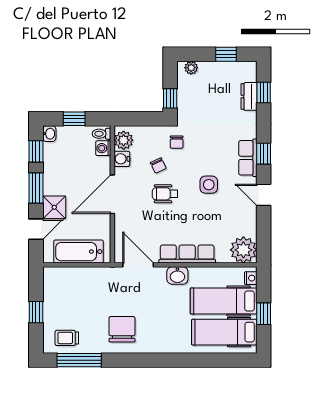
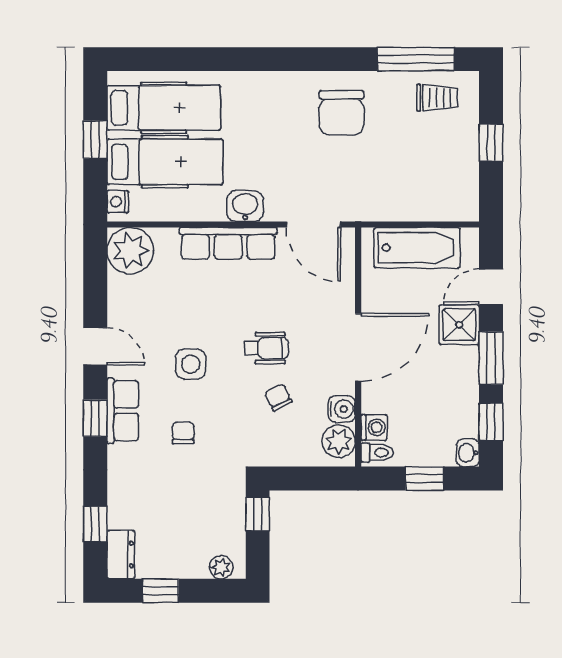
dresser: (249, 96) -> (121, 555), moved
chair: (177, 142) -> (183, 433), moved

